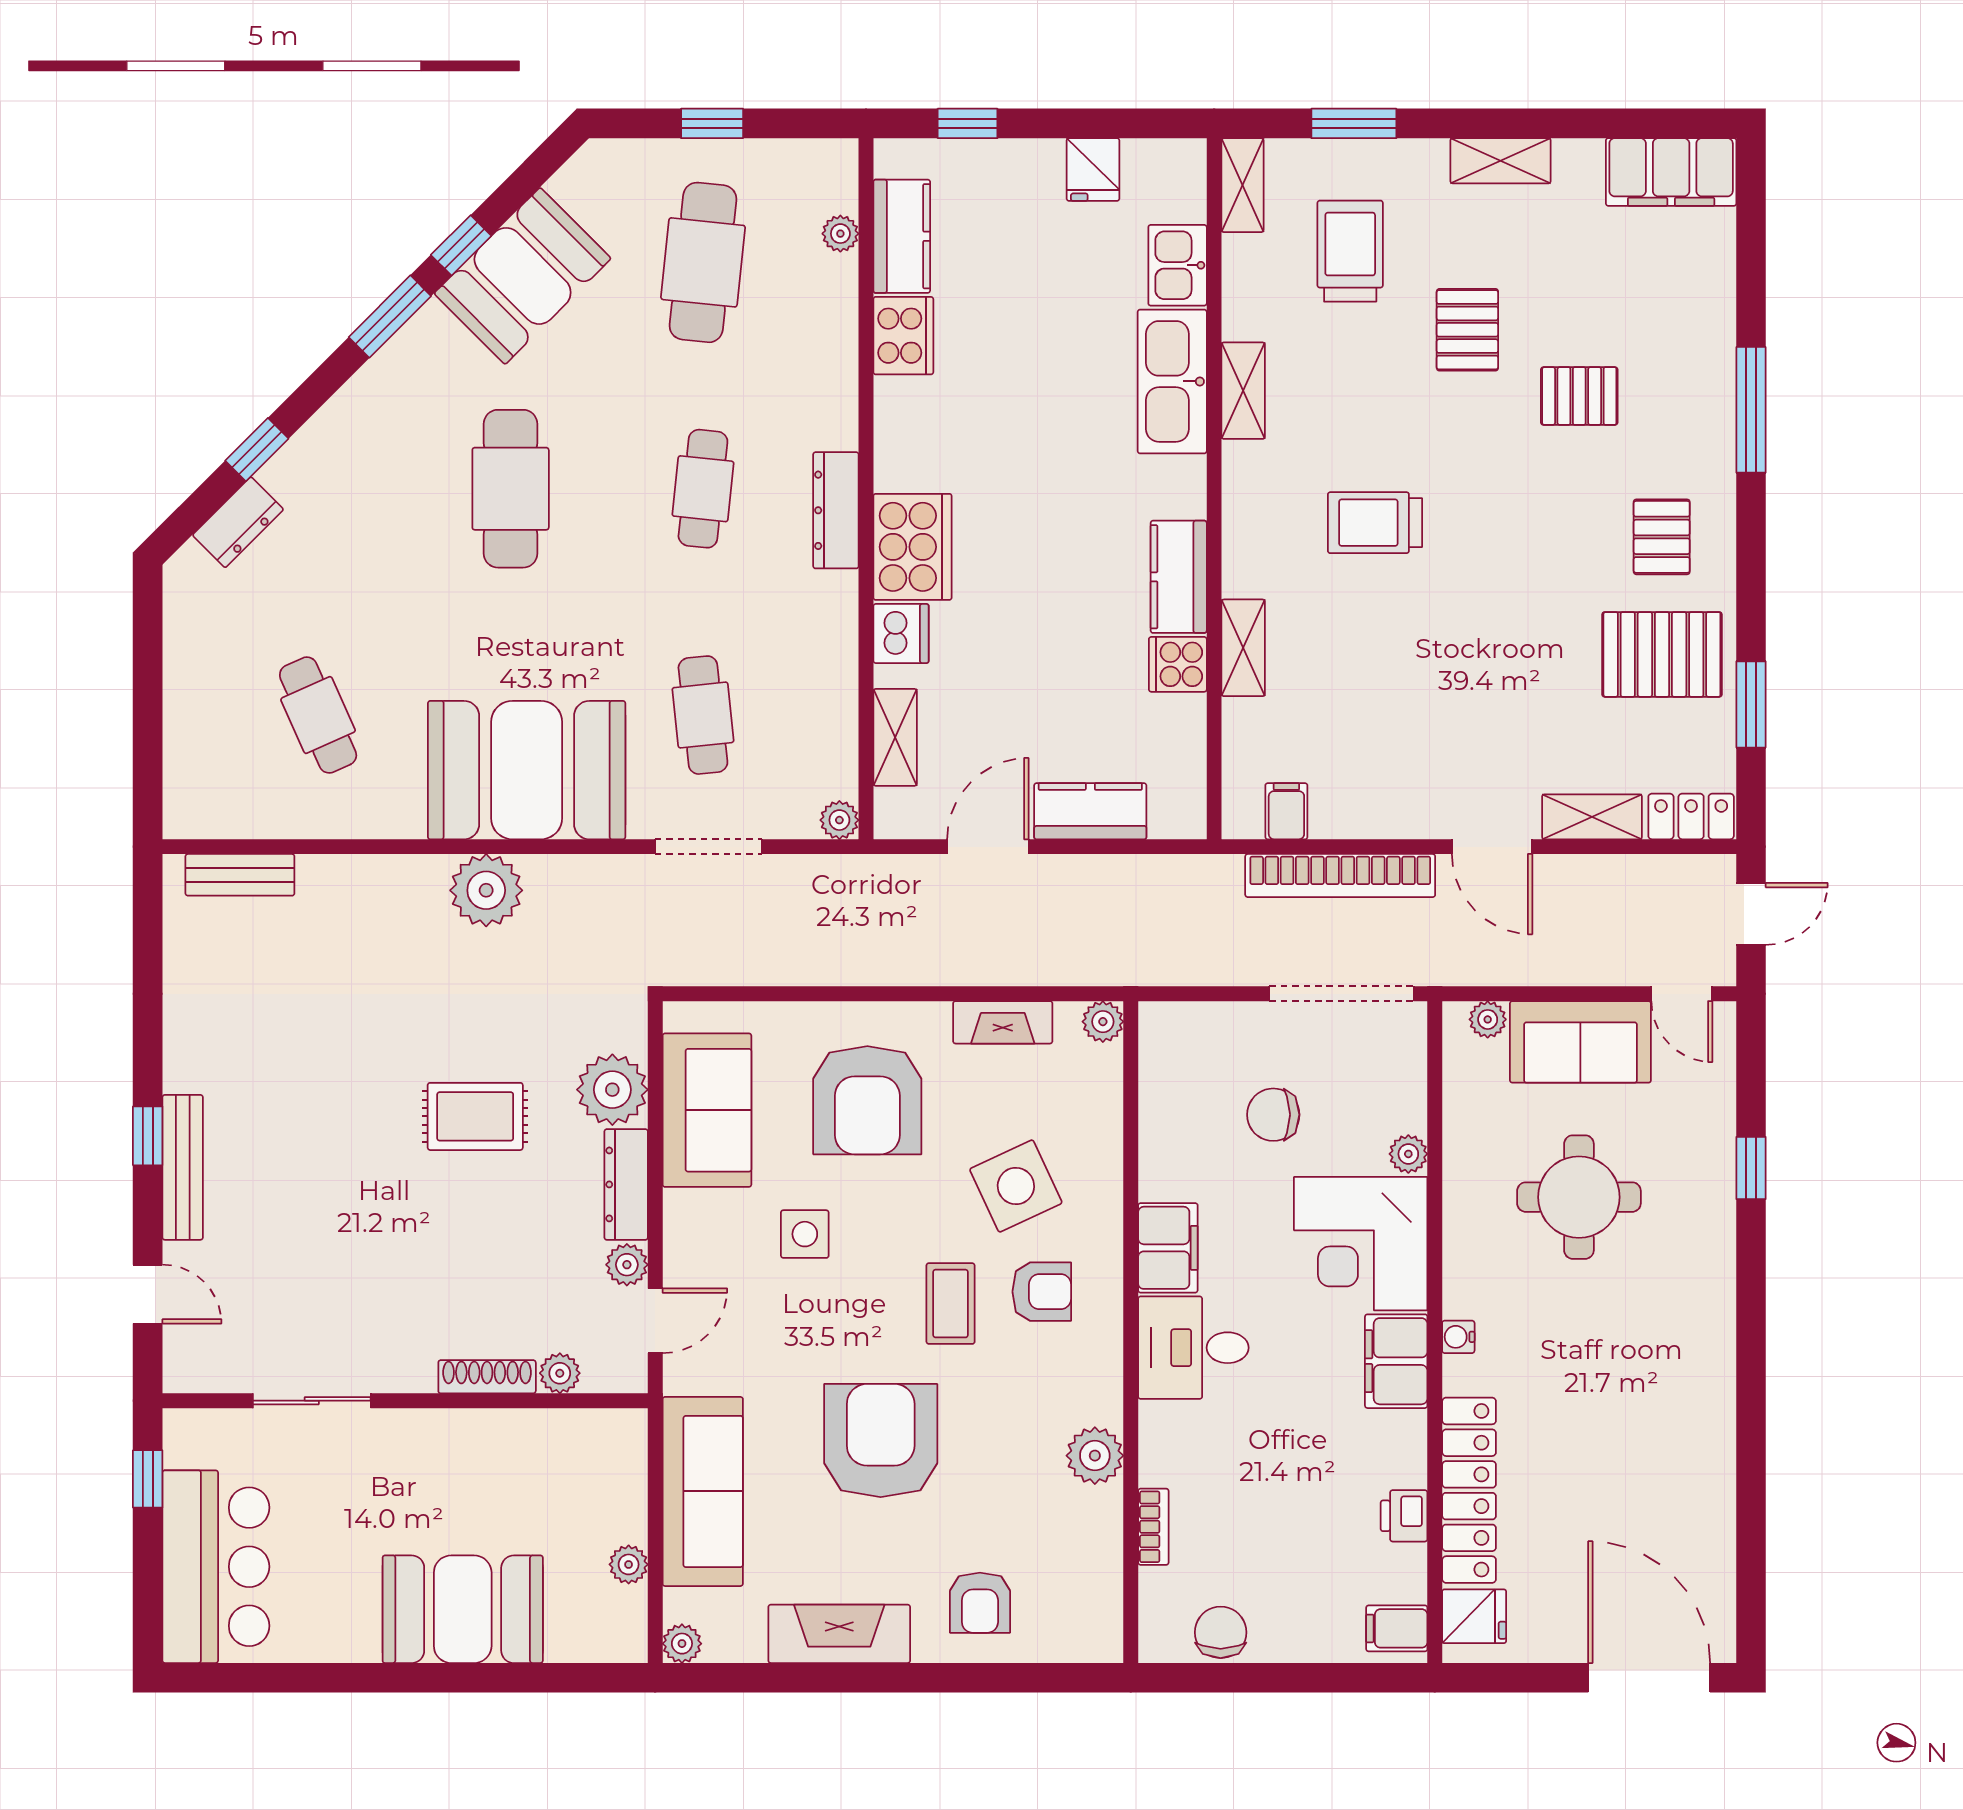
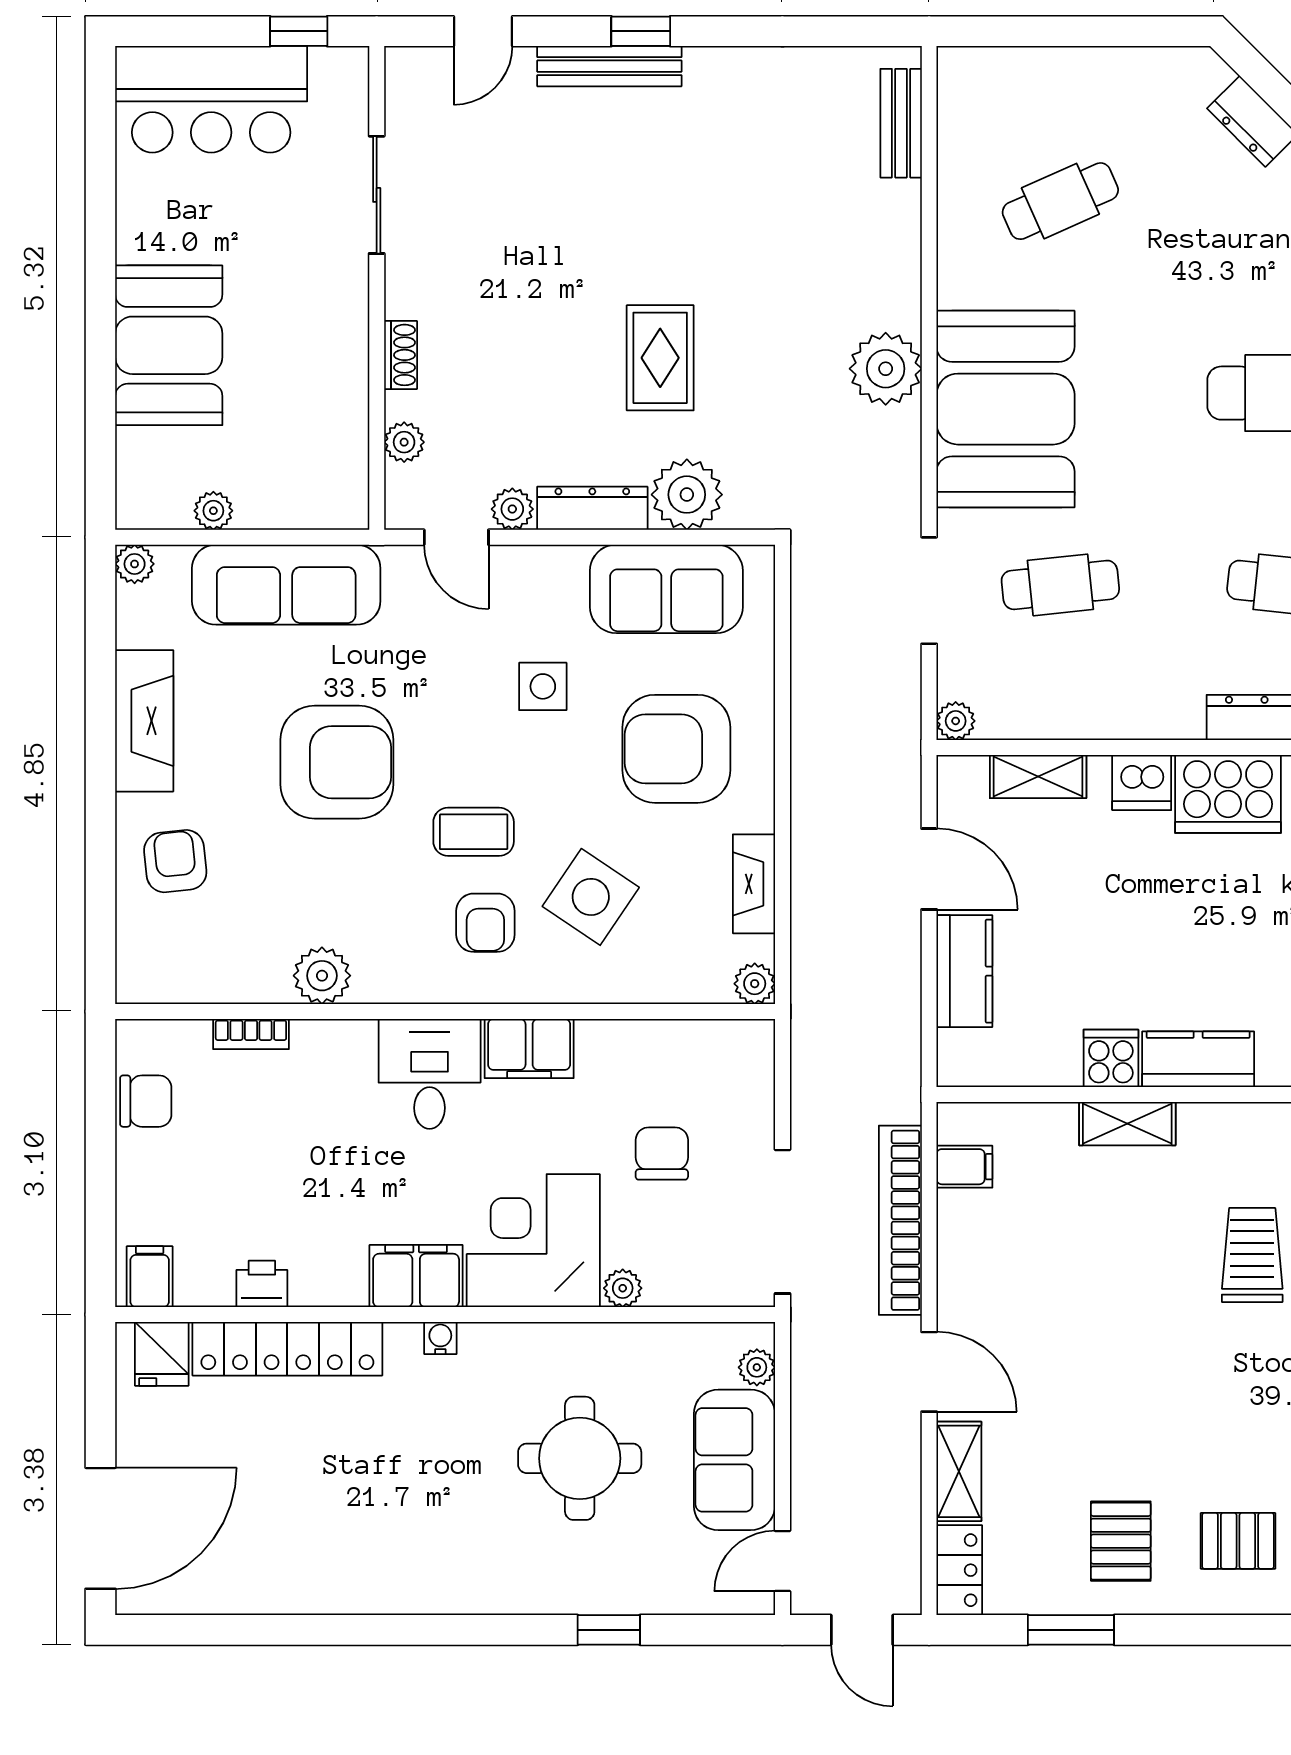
pallet: (1662, 654) -> (1121, 1541), width x0.67, depth x0.71
door: (1492, 847) -> (929, 1372), swing flipped
side table: (1016, 1186) -> (591, 897), turned -31
shoe rack: (487, 1377) -> (401, 355), width x0.70
armchair: (980, 1603) -> (175, 861), turned 84

